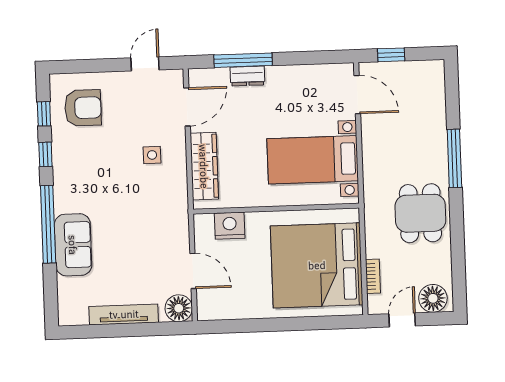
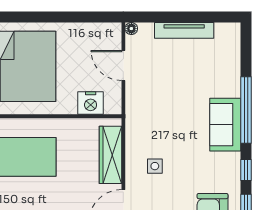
sofa: (73, 245) -> (225, 125), moved
floor lamp: (179, 308) -> (131, 29), width x0.53, depth x0.53

